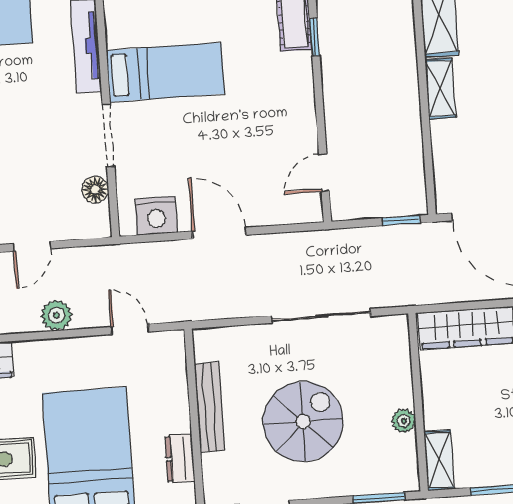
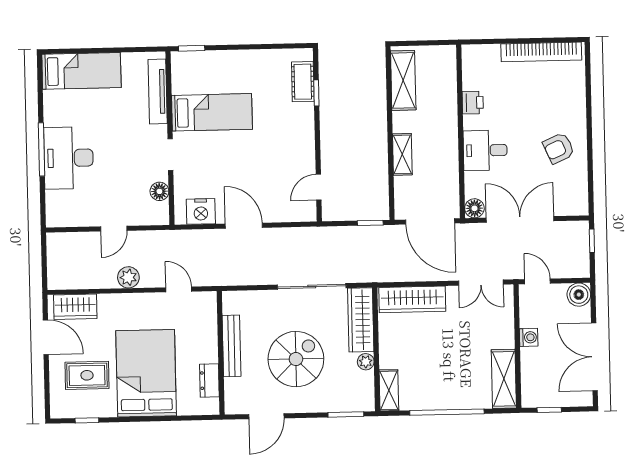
shelving: (440, 89) -> (402, 154), moved
doorway: (109, 135) -> (170, 154), width x0.73
wardrobe: (394, 361) -> (361, 320), added

